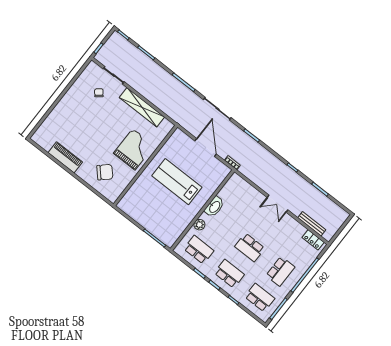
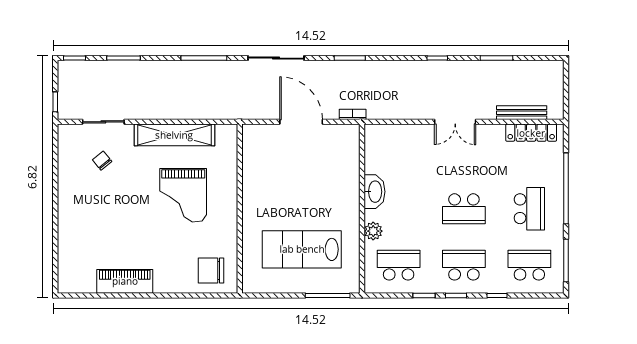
grand piano: (134, 149) -> (183, 195), moved, turned 180
chair: (105, 172) -> (211, 270), moved, turned -137
lab bench: (177, 182) -> (302, 249), moved
locker: (313, 240) -> (531, 133), width x1.53

